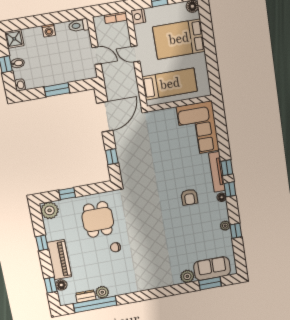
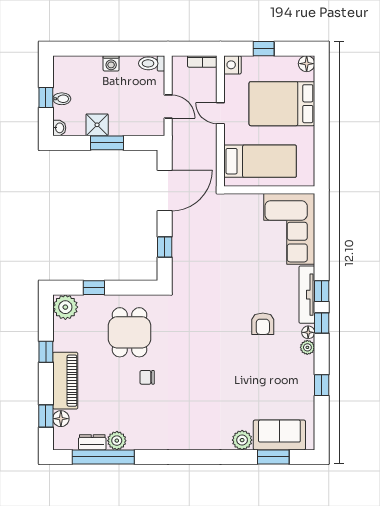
shower: (14, 39) -> (97, 125), moved
plant: (225, 226) -> (307, 347), moved

